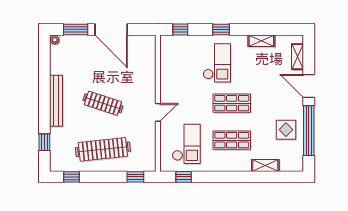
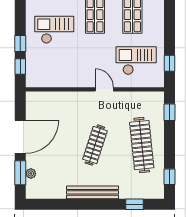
window: (221, 29) -> (20, 43), moved
plant: (55, 40) -> (31, 173), moved

